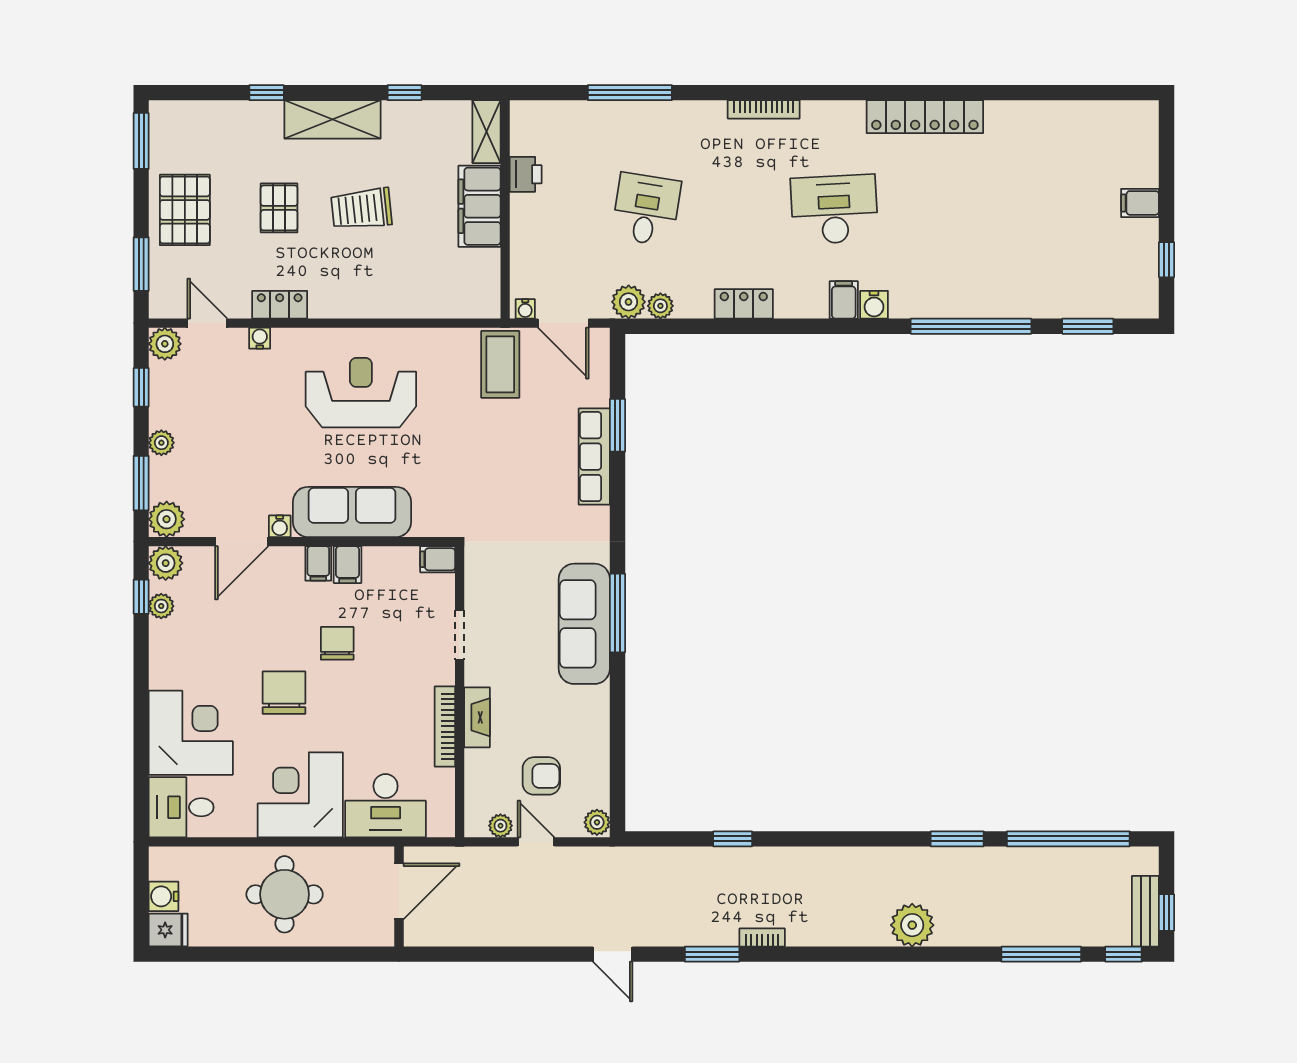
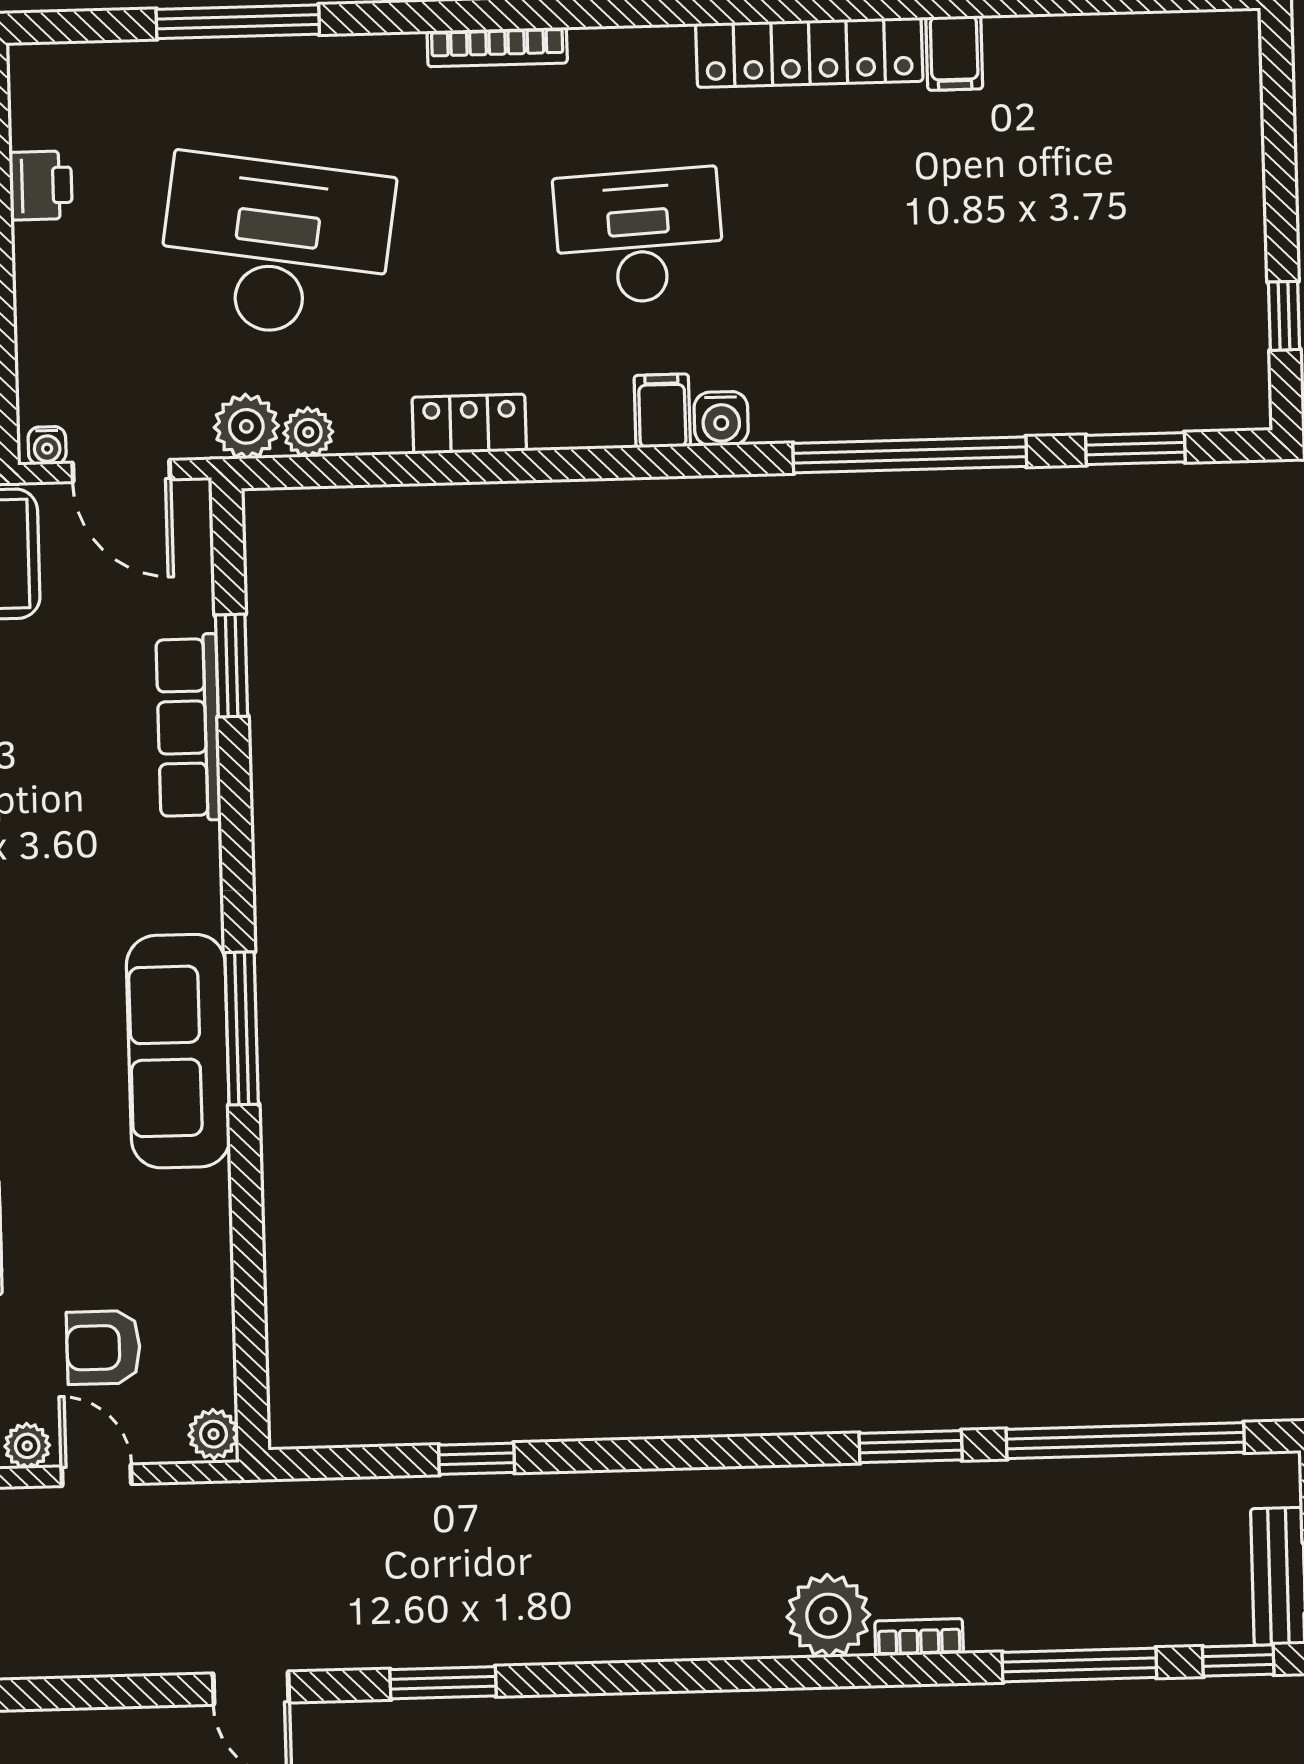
filing cabinet: (1140, 203) -> (954, 53), moved, turned -90
desk: (646, 209) -> (275, 247), width x1.87, depth x1.30
armchair: (541, 776) -> (103, 1347), turned 180
bookcase: (762, 938) -> (919, 1637), moved

